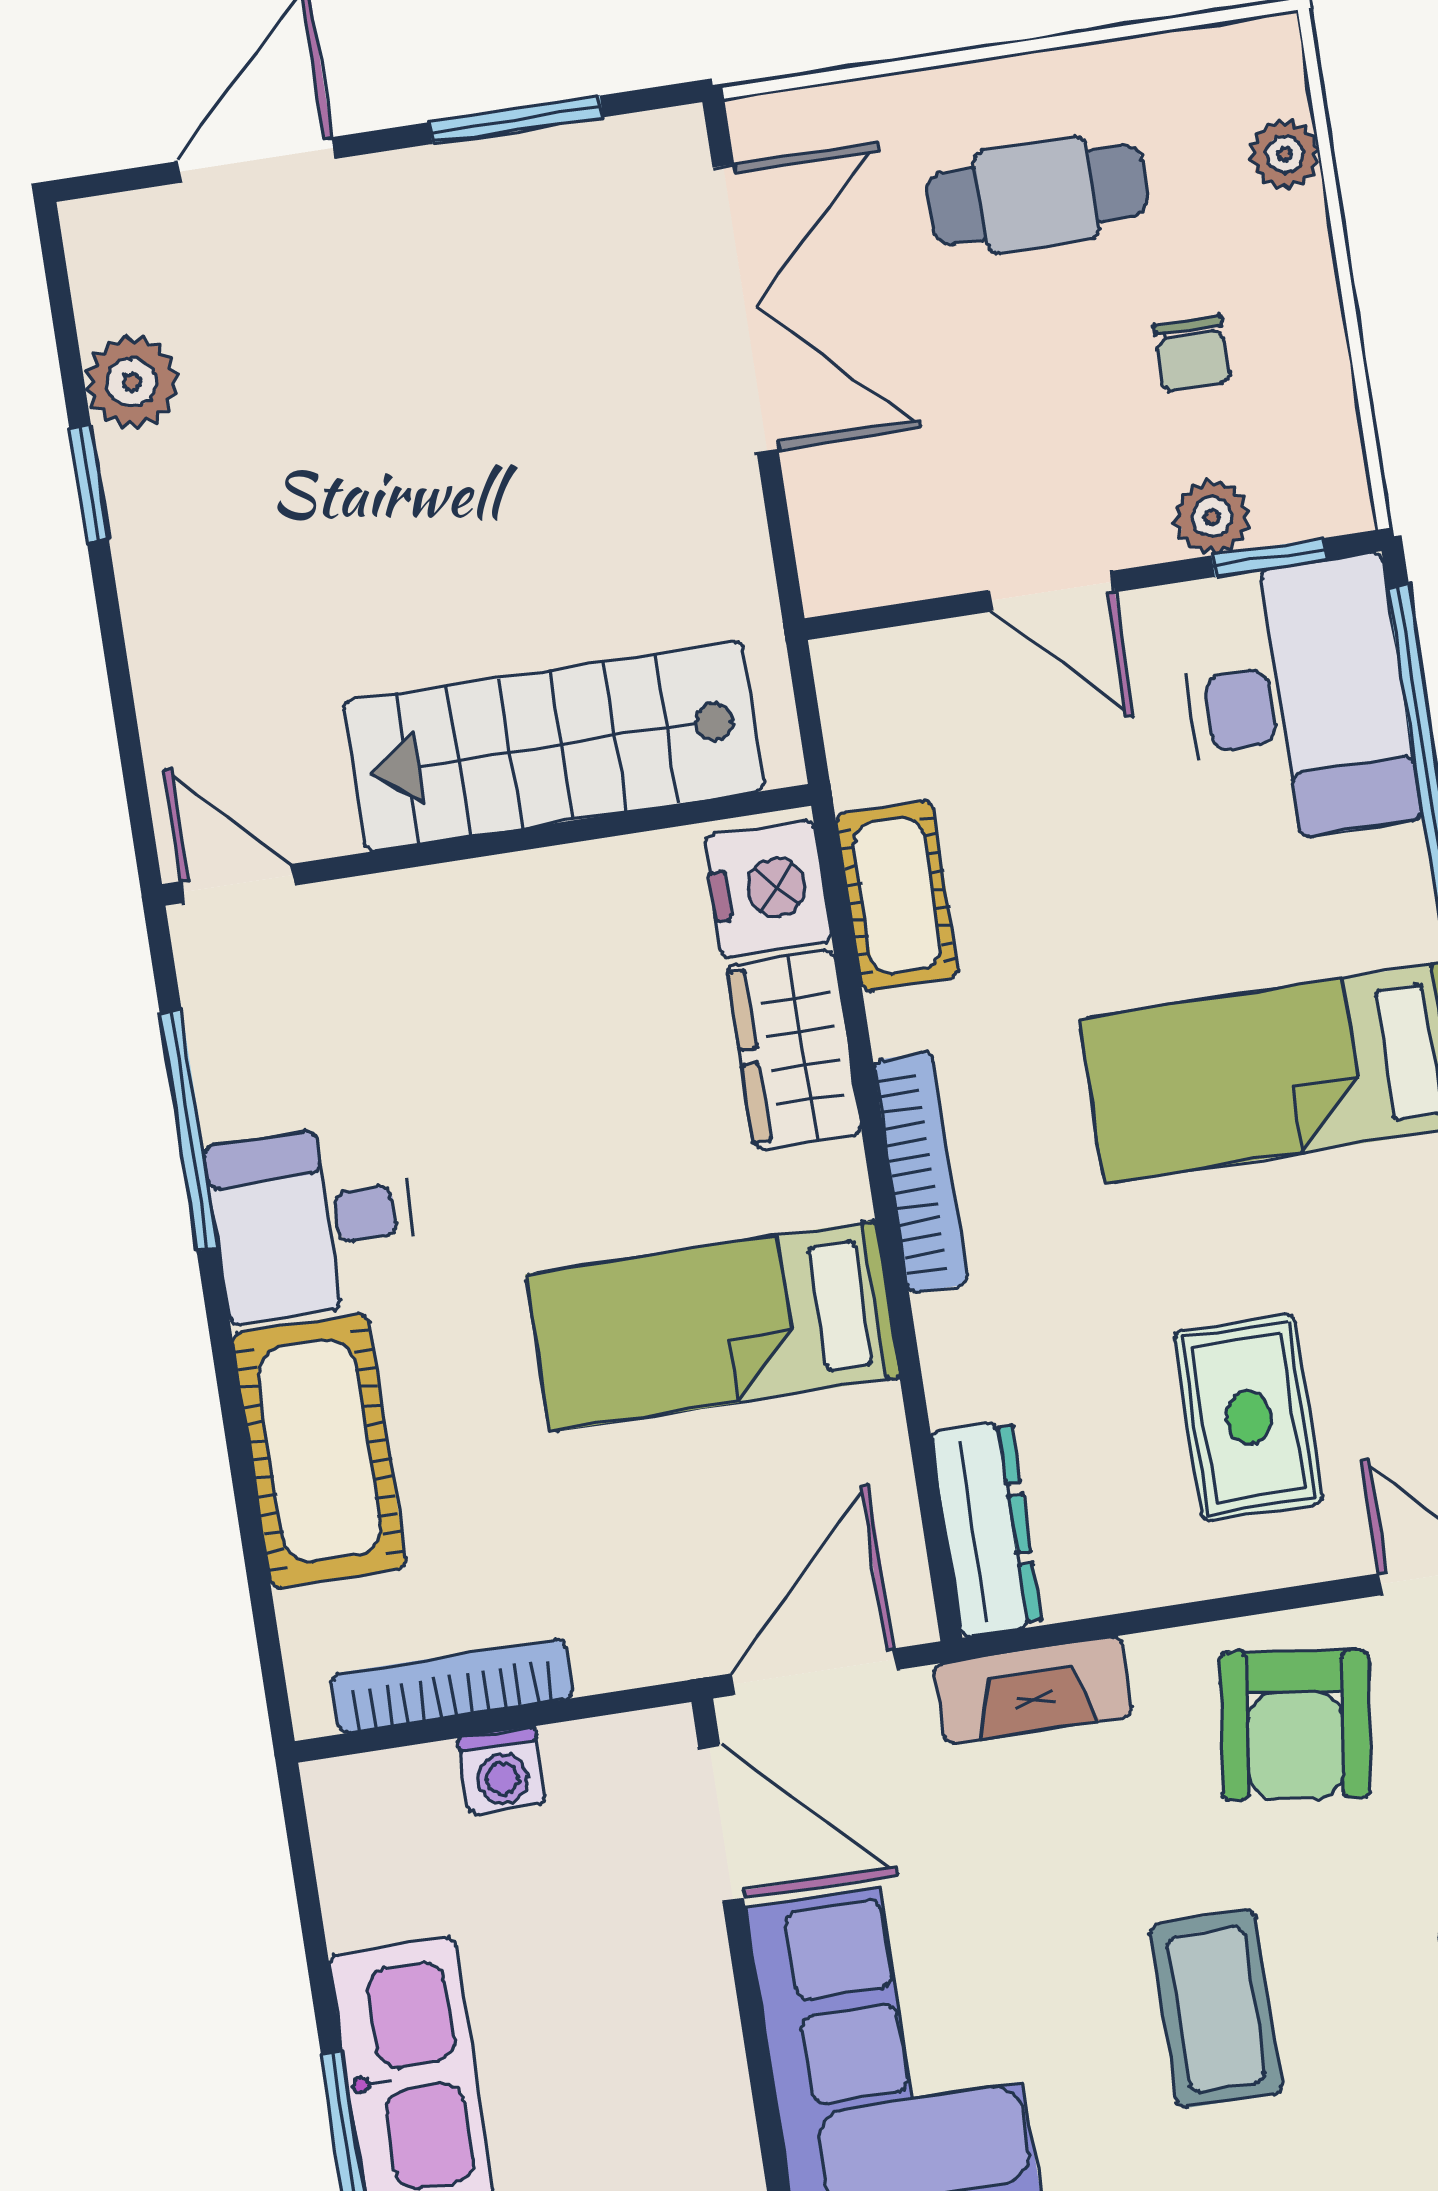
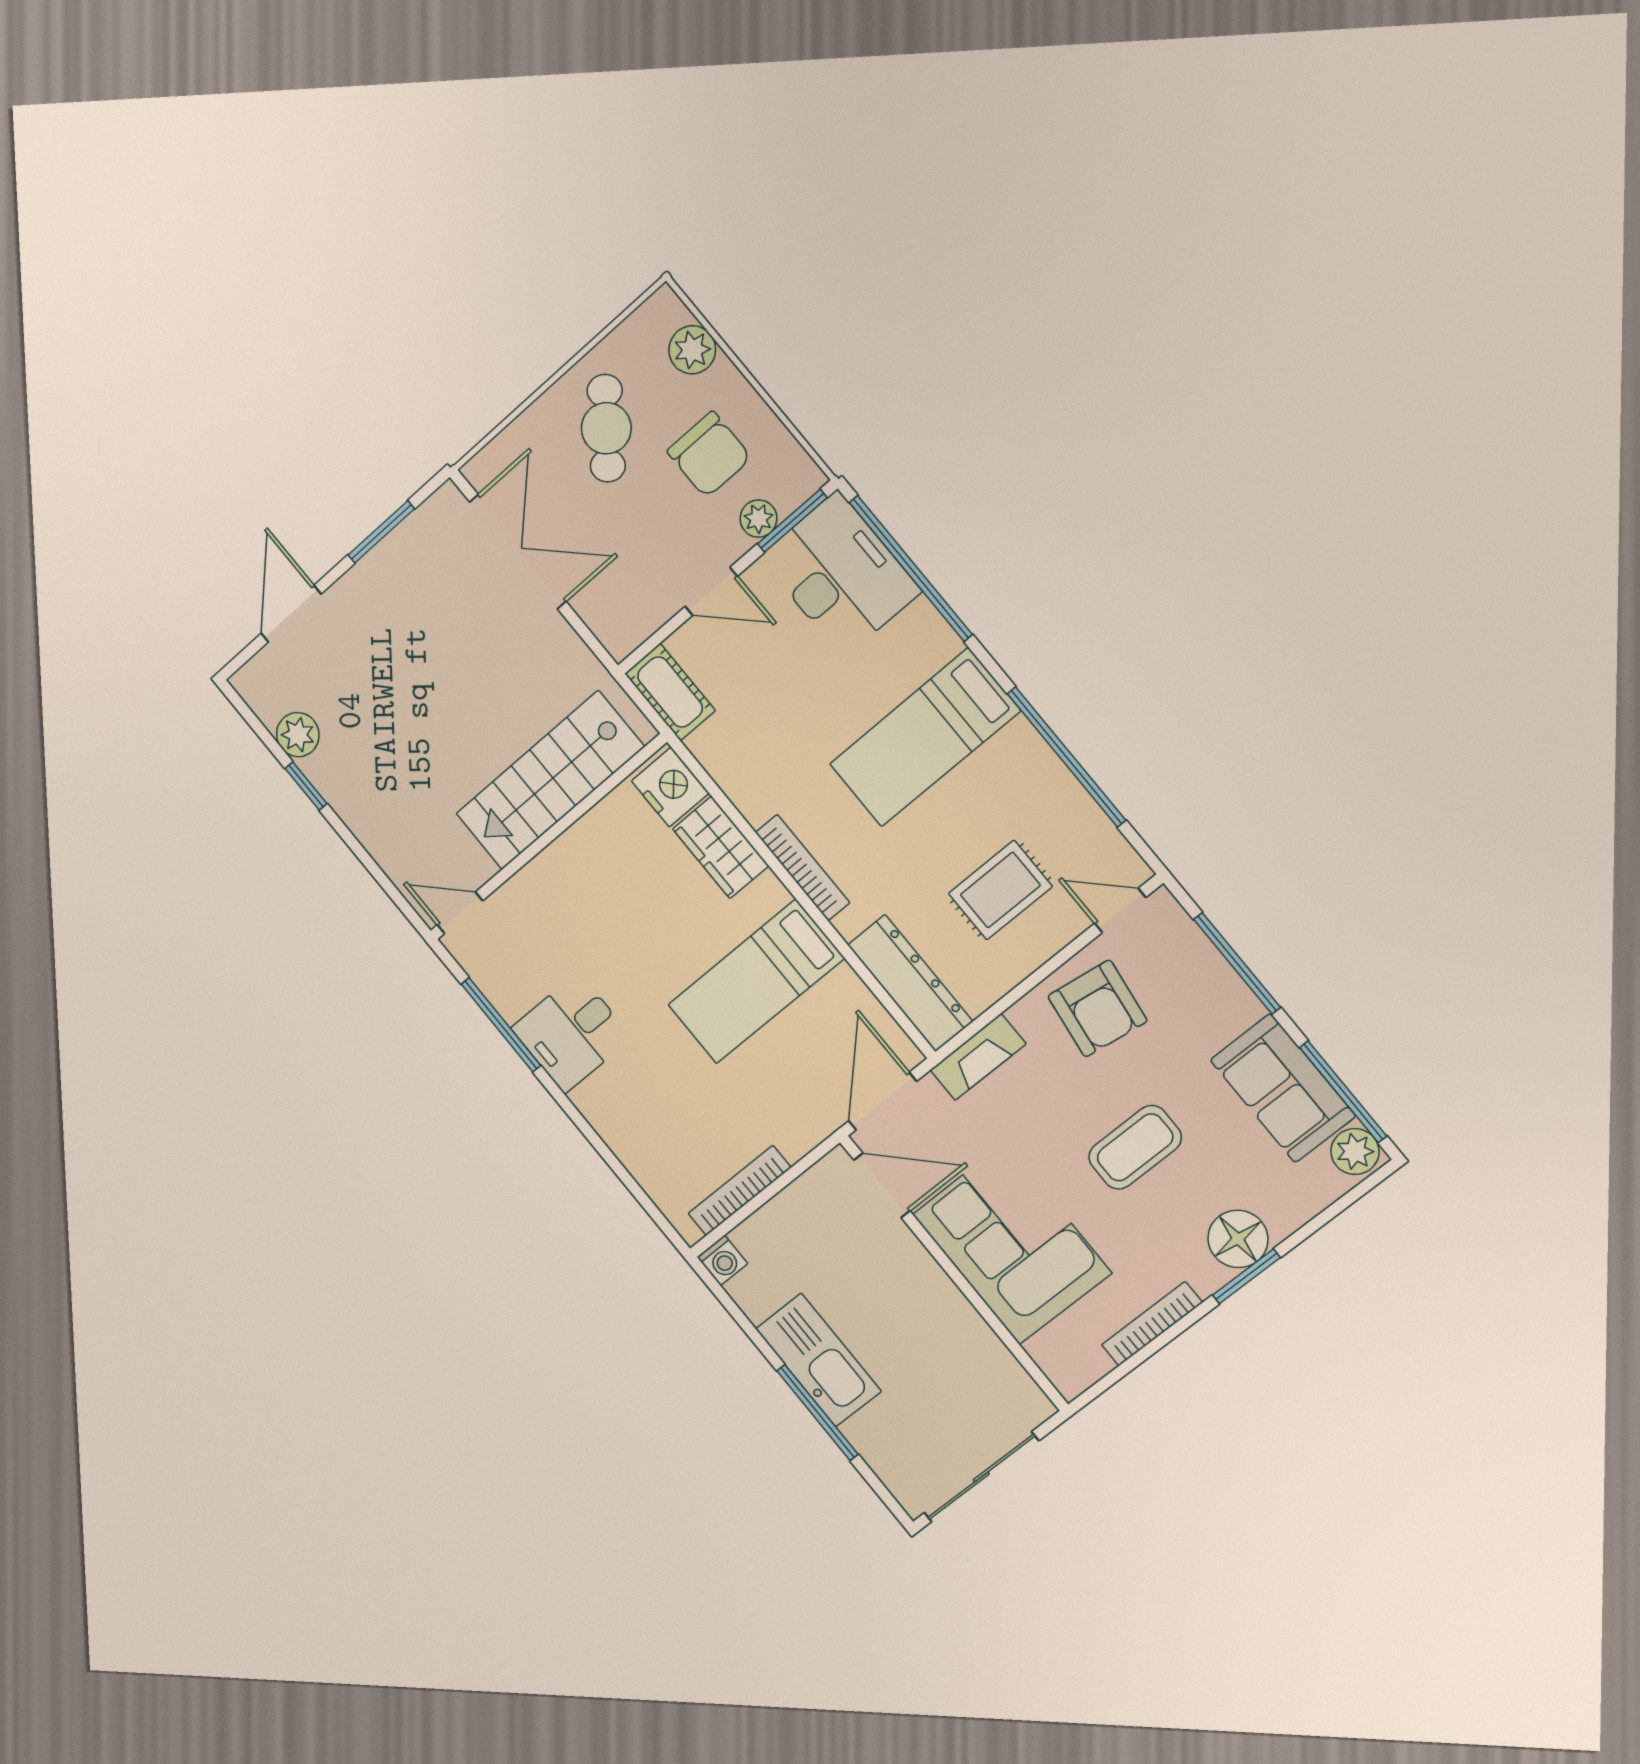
plant: (1285, 154) -> (692, 350), width x1.38, depth x1.38
cafe table: (1037, 195) -> (606, 428), turned -52
chair: (1192, 353) -> (709, 455), width x1.87, depth x1.87
window: (1269, 557) -> (792, 521), width x1.50
cot: (897, 896) -> (670, 692), moved
rug: (1249, 1418) -> (1000, 890), turned 90
cot: (319, 1451) -> (629, 1125), removed
dresser: (987, 1529) -> (910, 983), width x1.37, depth x1.24
washing machine: (502, 1771) -> (722, 1260), moved
coffee table: (1216, 2009) -> (1135, 1147), turned 90

